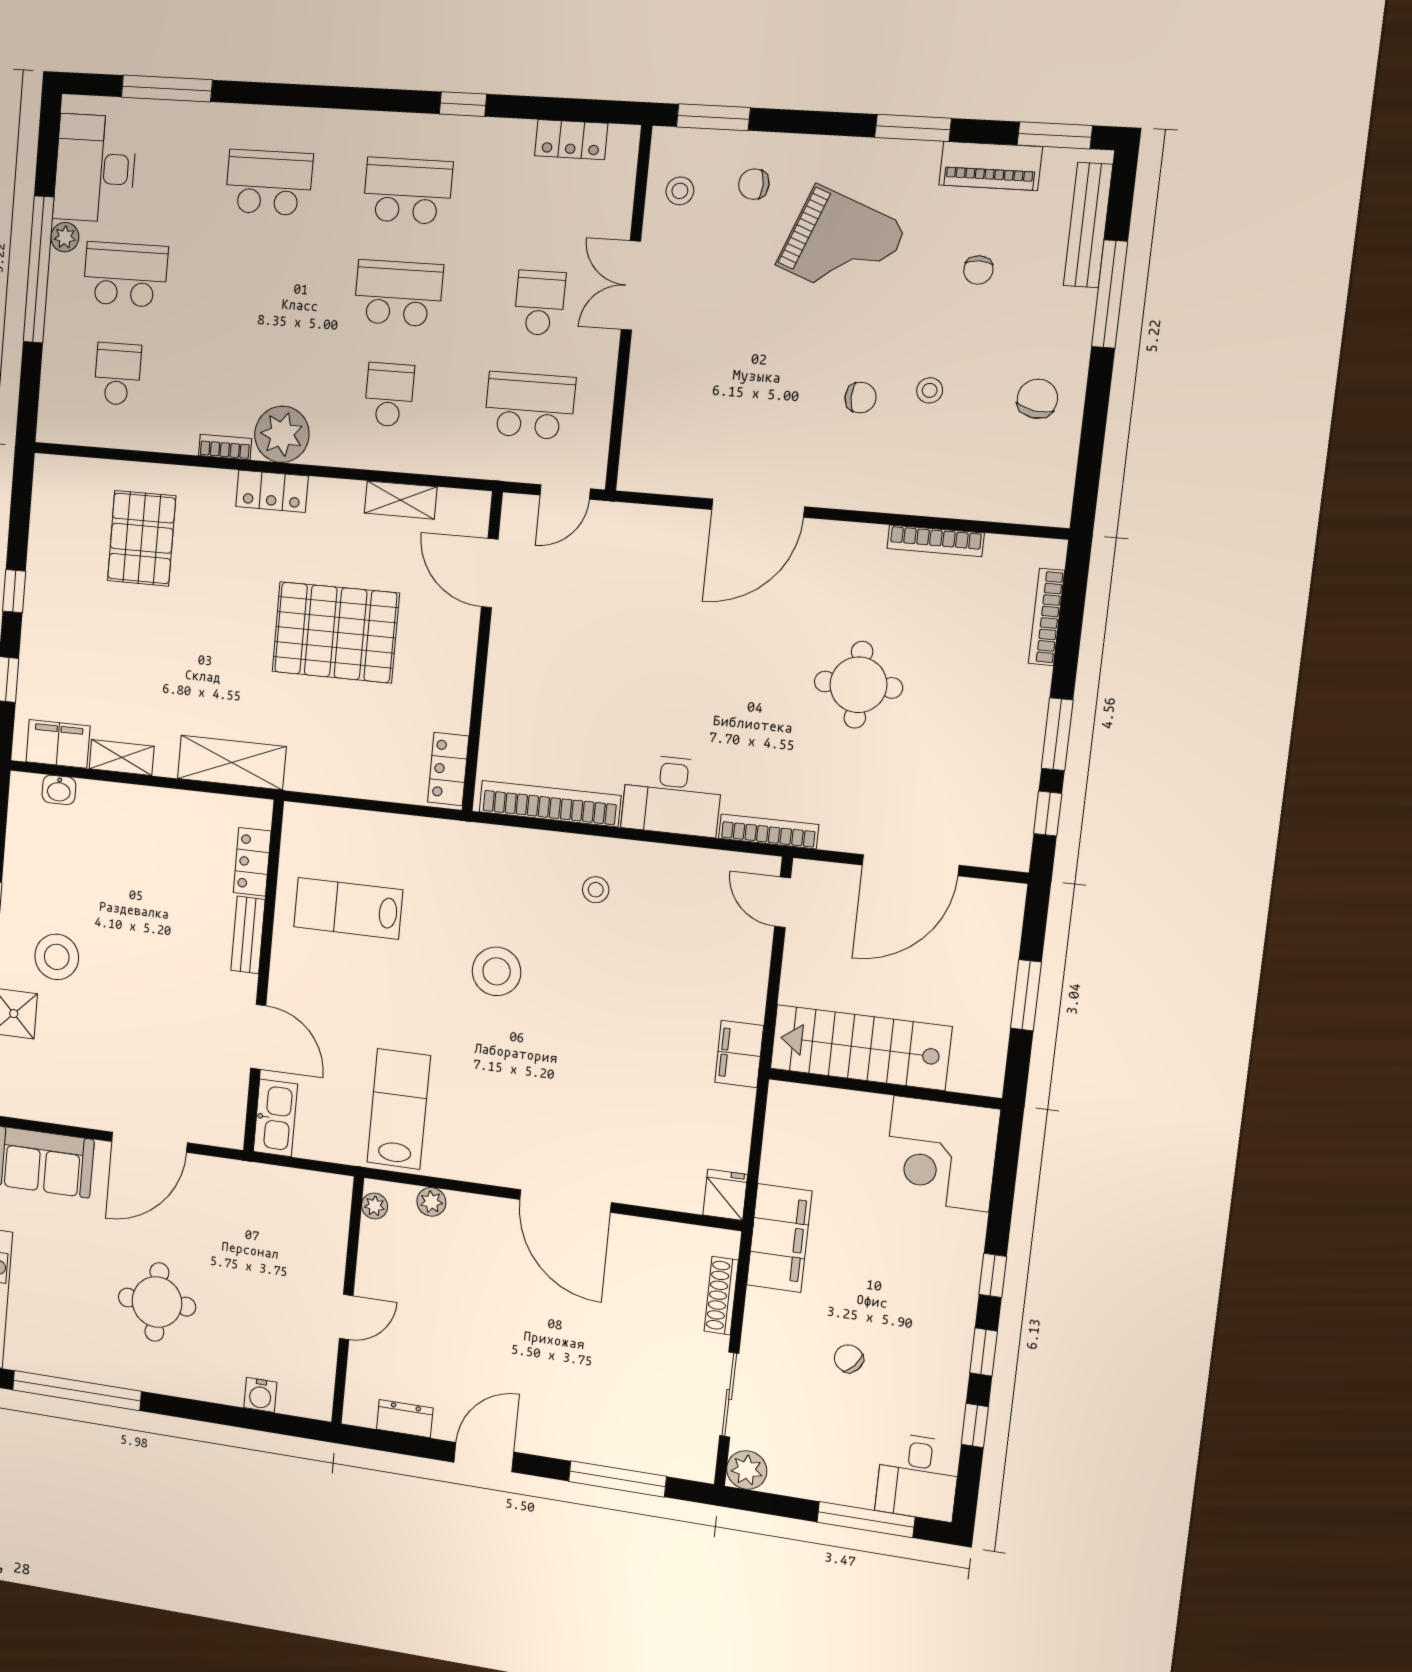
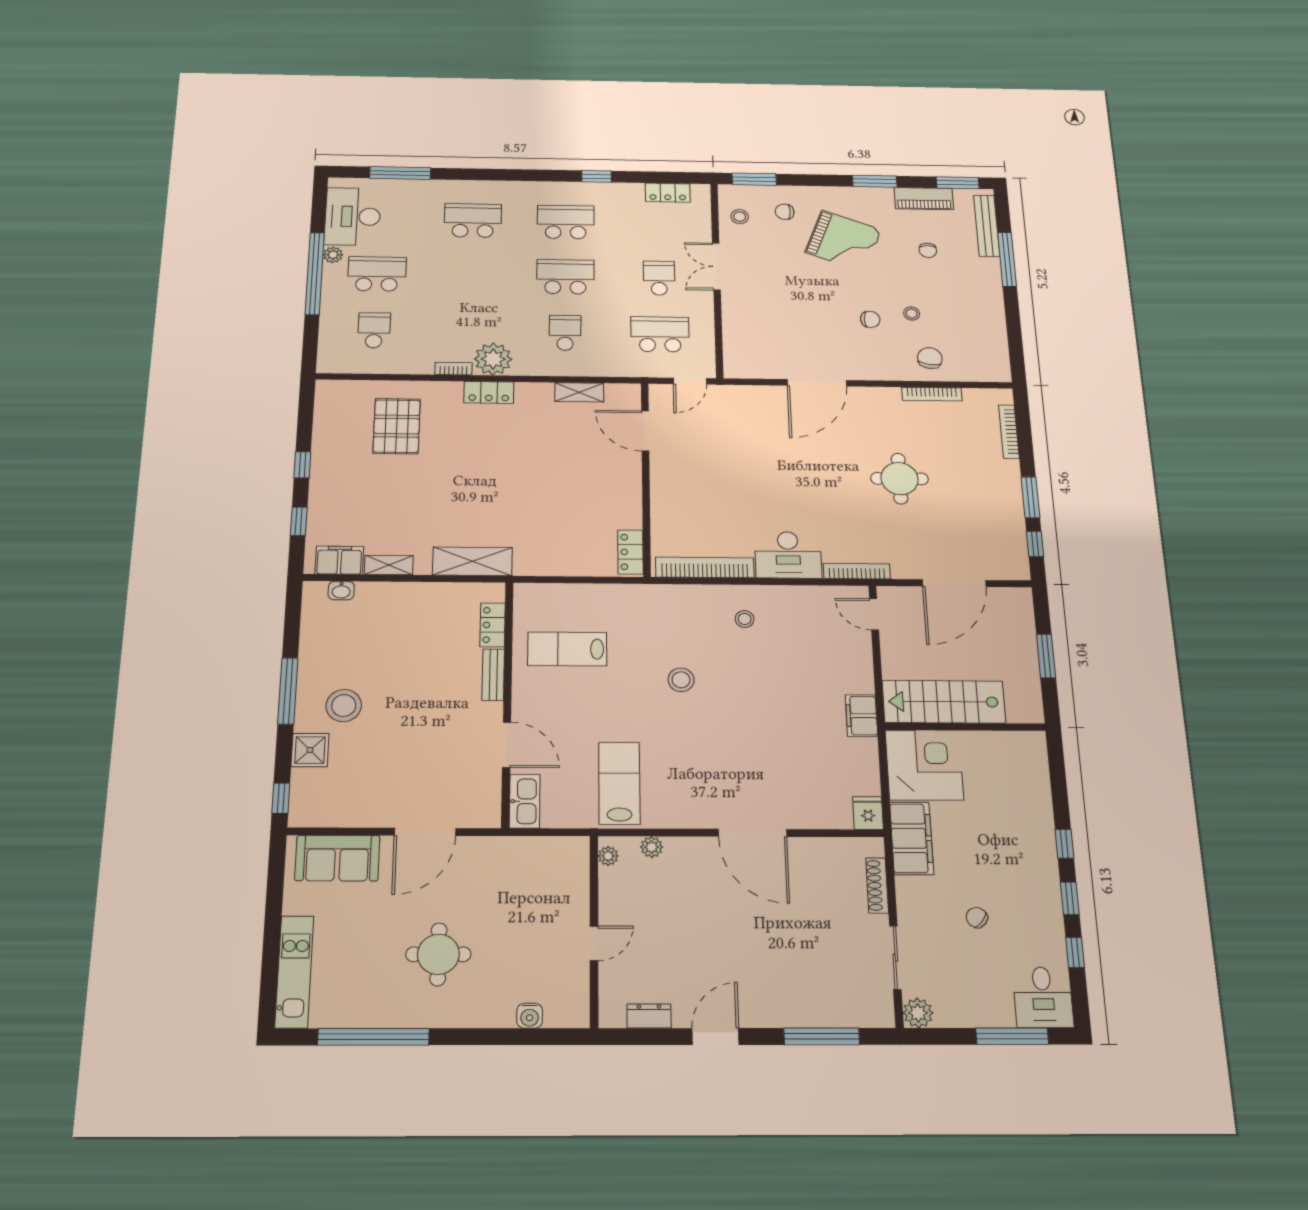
chair: (1037, 399) -> (930, 358), moved
pallet: (336, 632) -> (541, 474), removed
stool: (497, 971) -> (681, 680), width x0.73, depth x0.73
corner desk: (941, 1154) -> (924, 765), moved, turned 180

